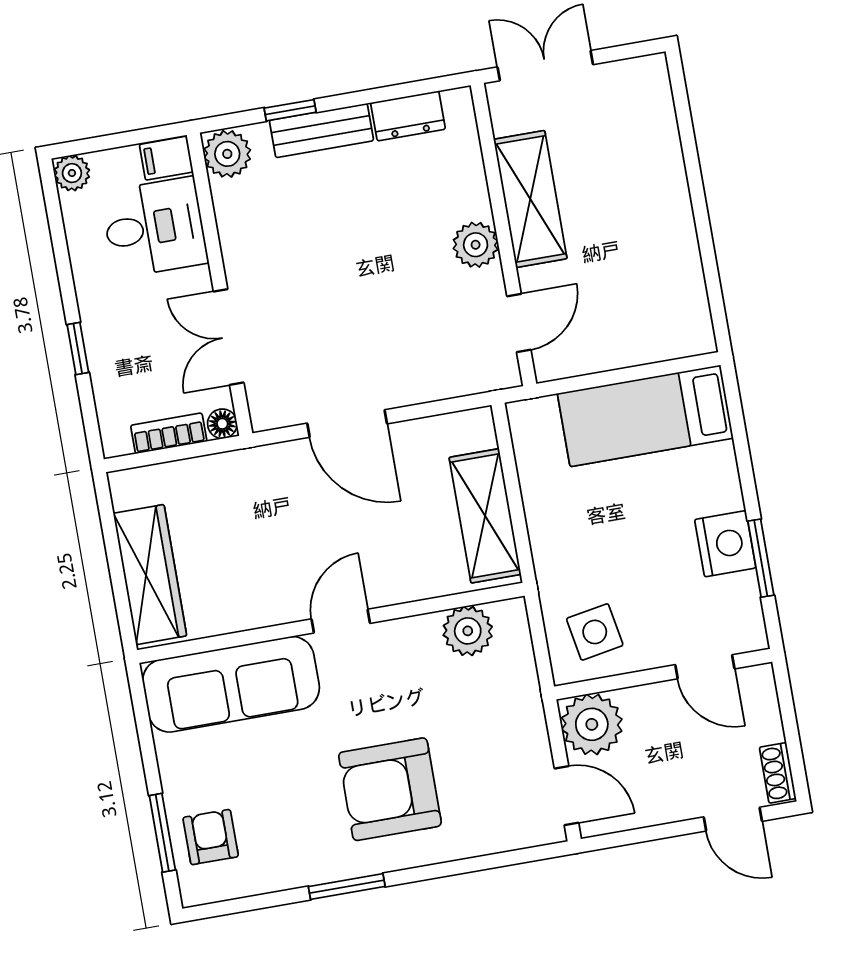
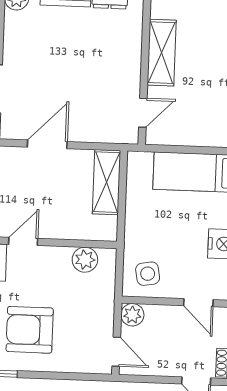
plant: (476, 245) -> (130, 69), removed
door: (347, 423) -> (47, 144), swing flipped
shelving: (485, 516) -> (107, 182), moved
plant: (592, 724) -> (132, 315), width x0.73, depth x0.73

